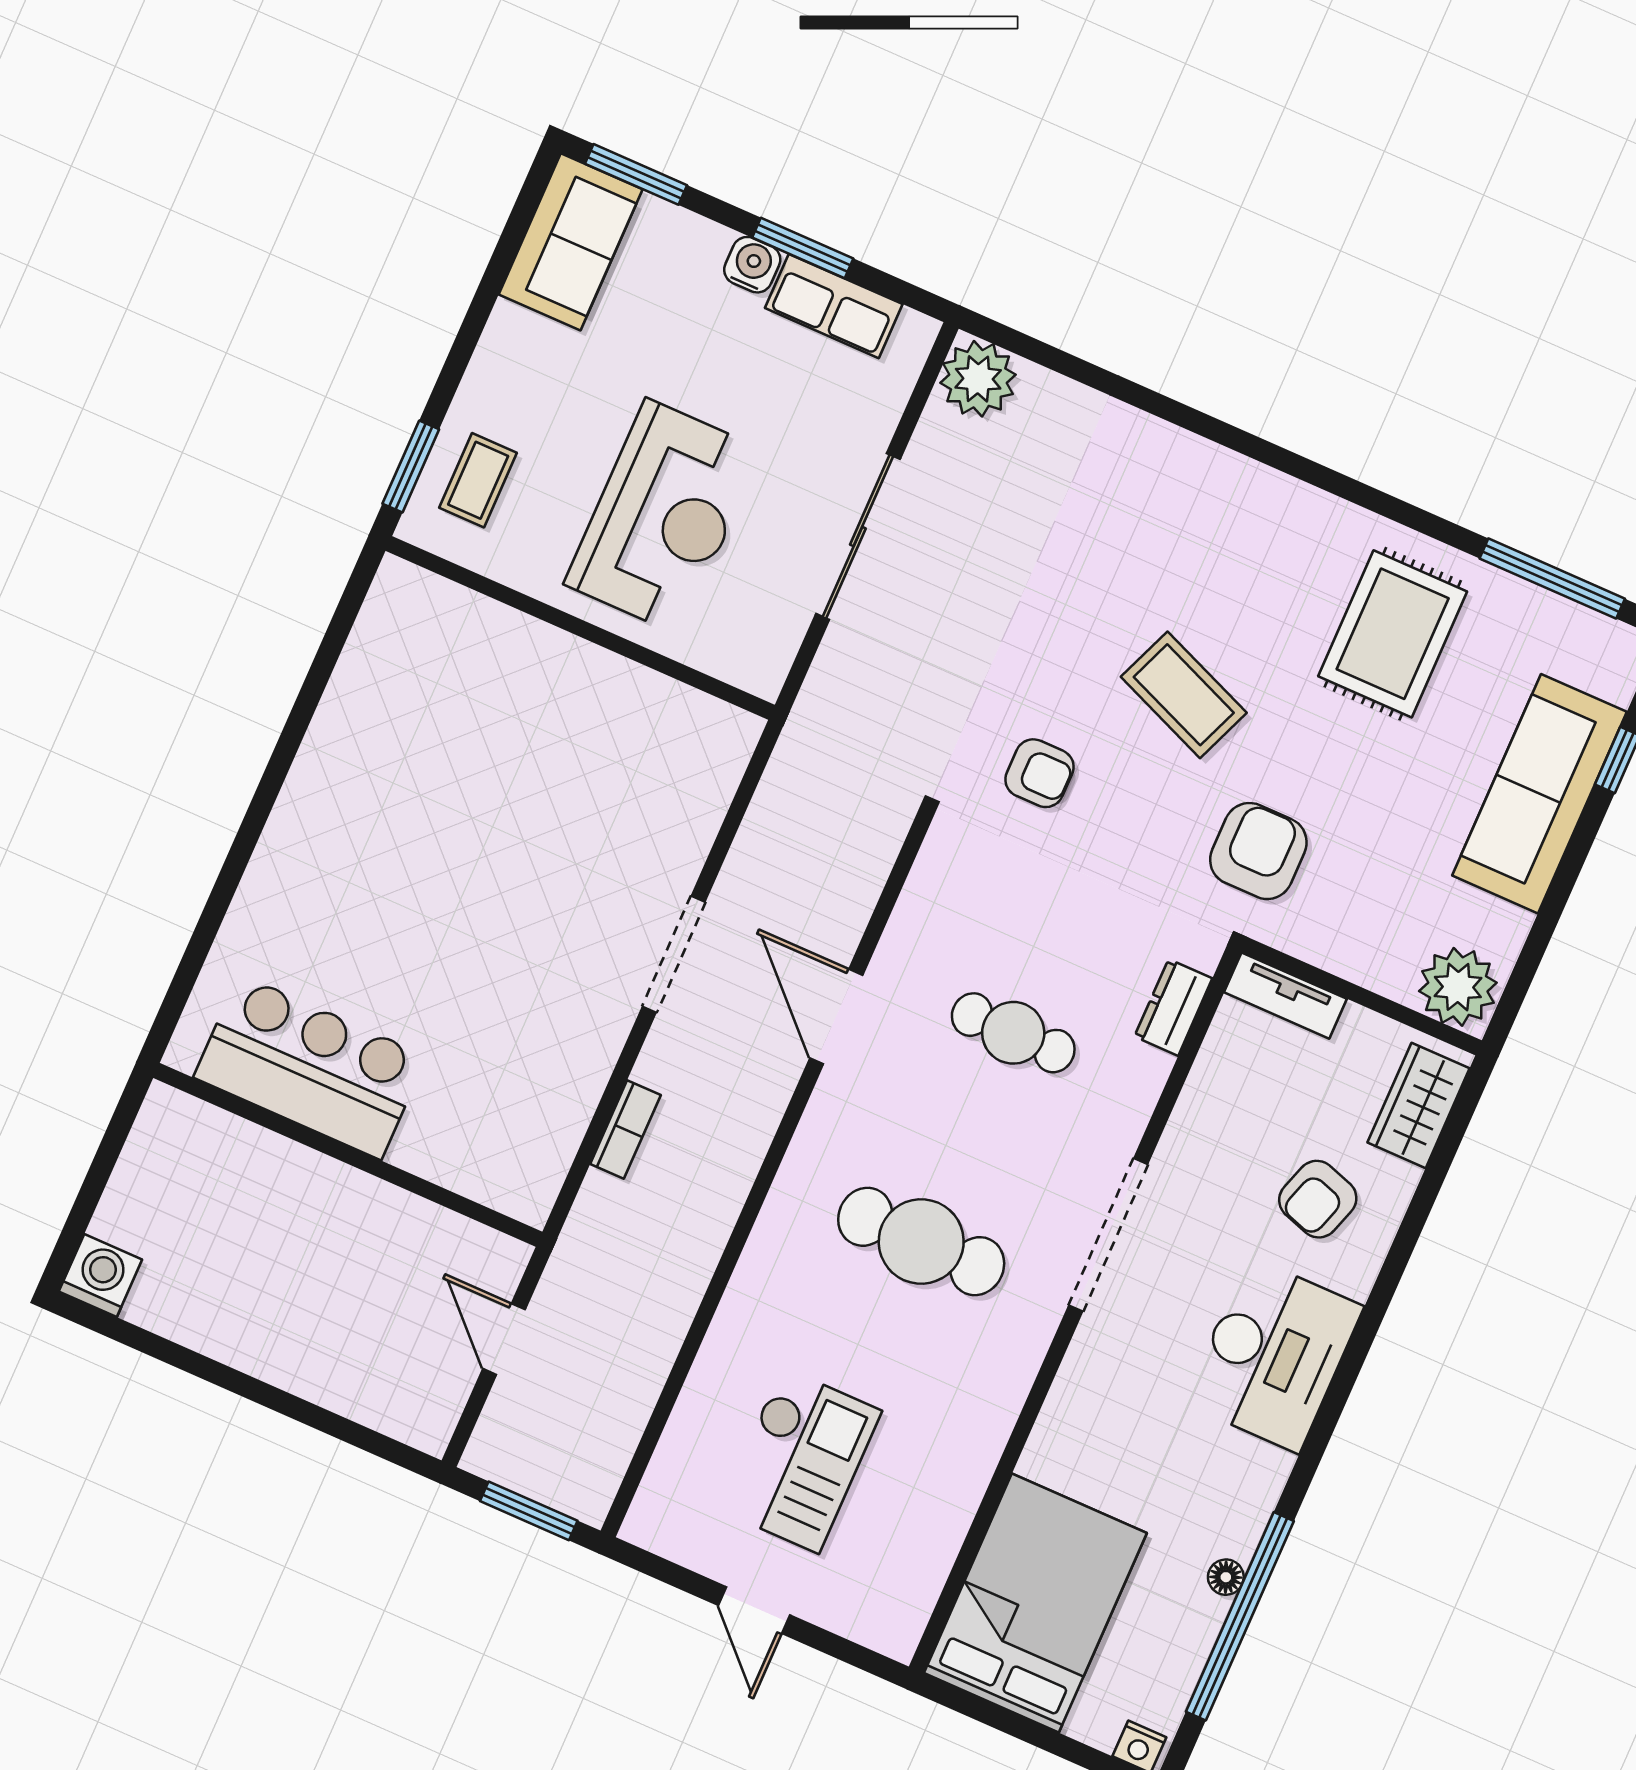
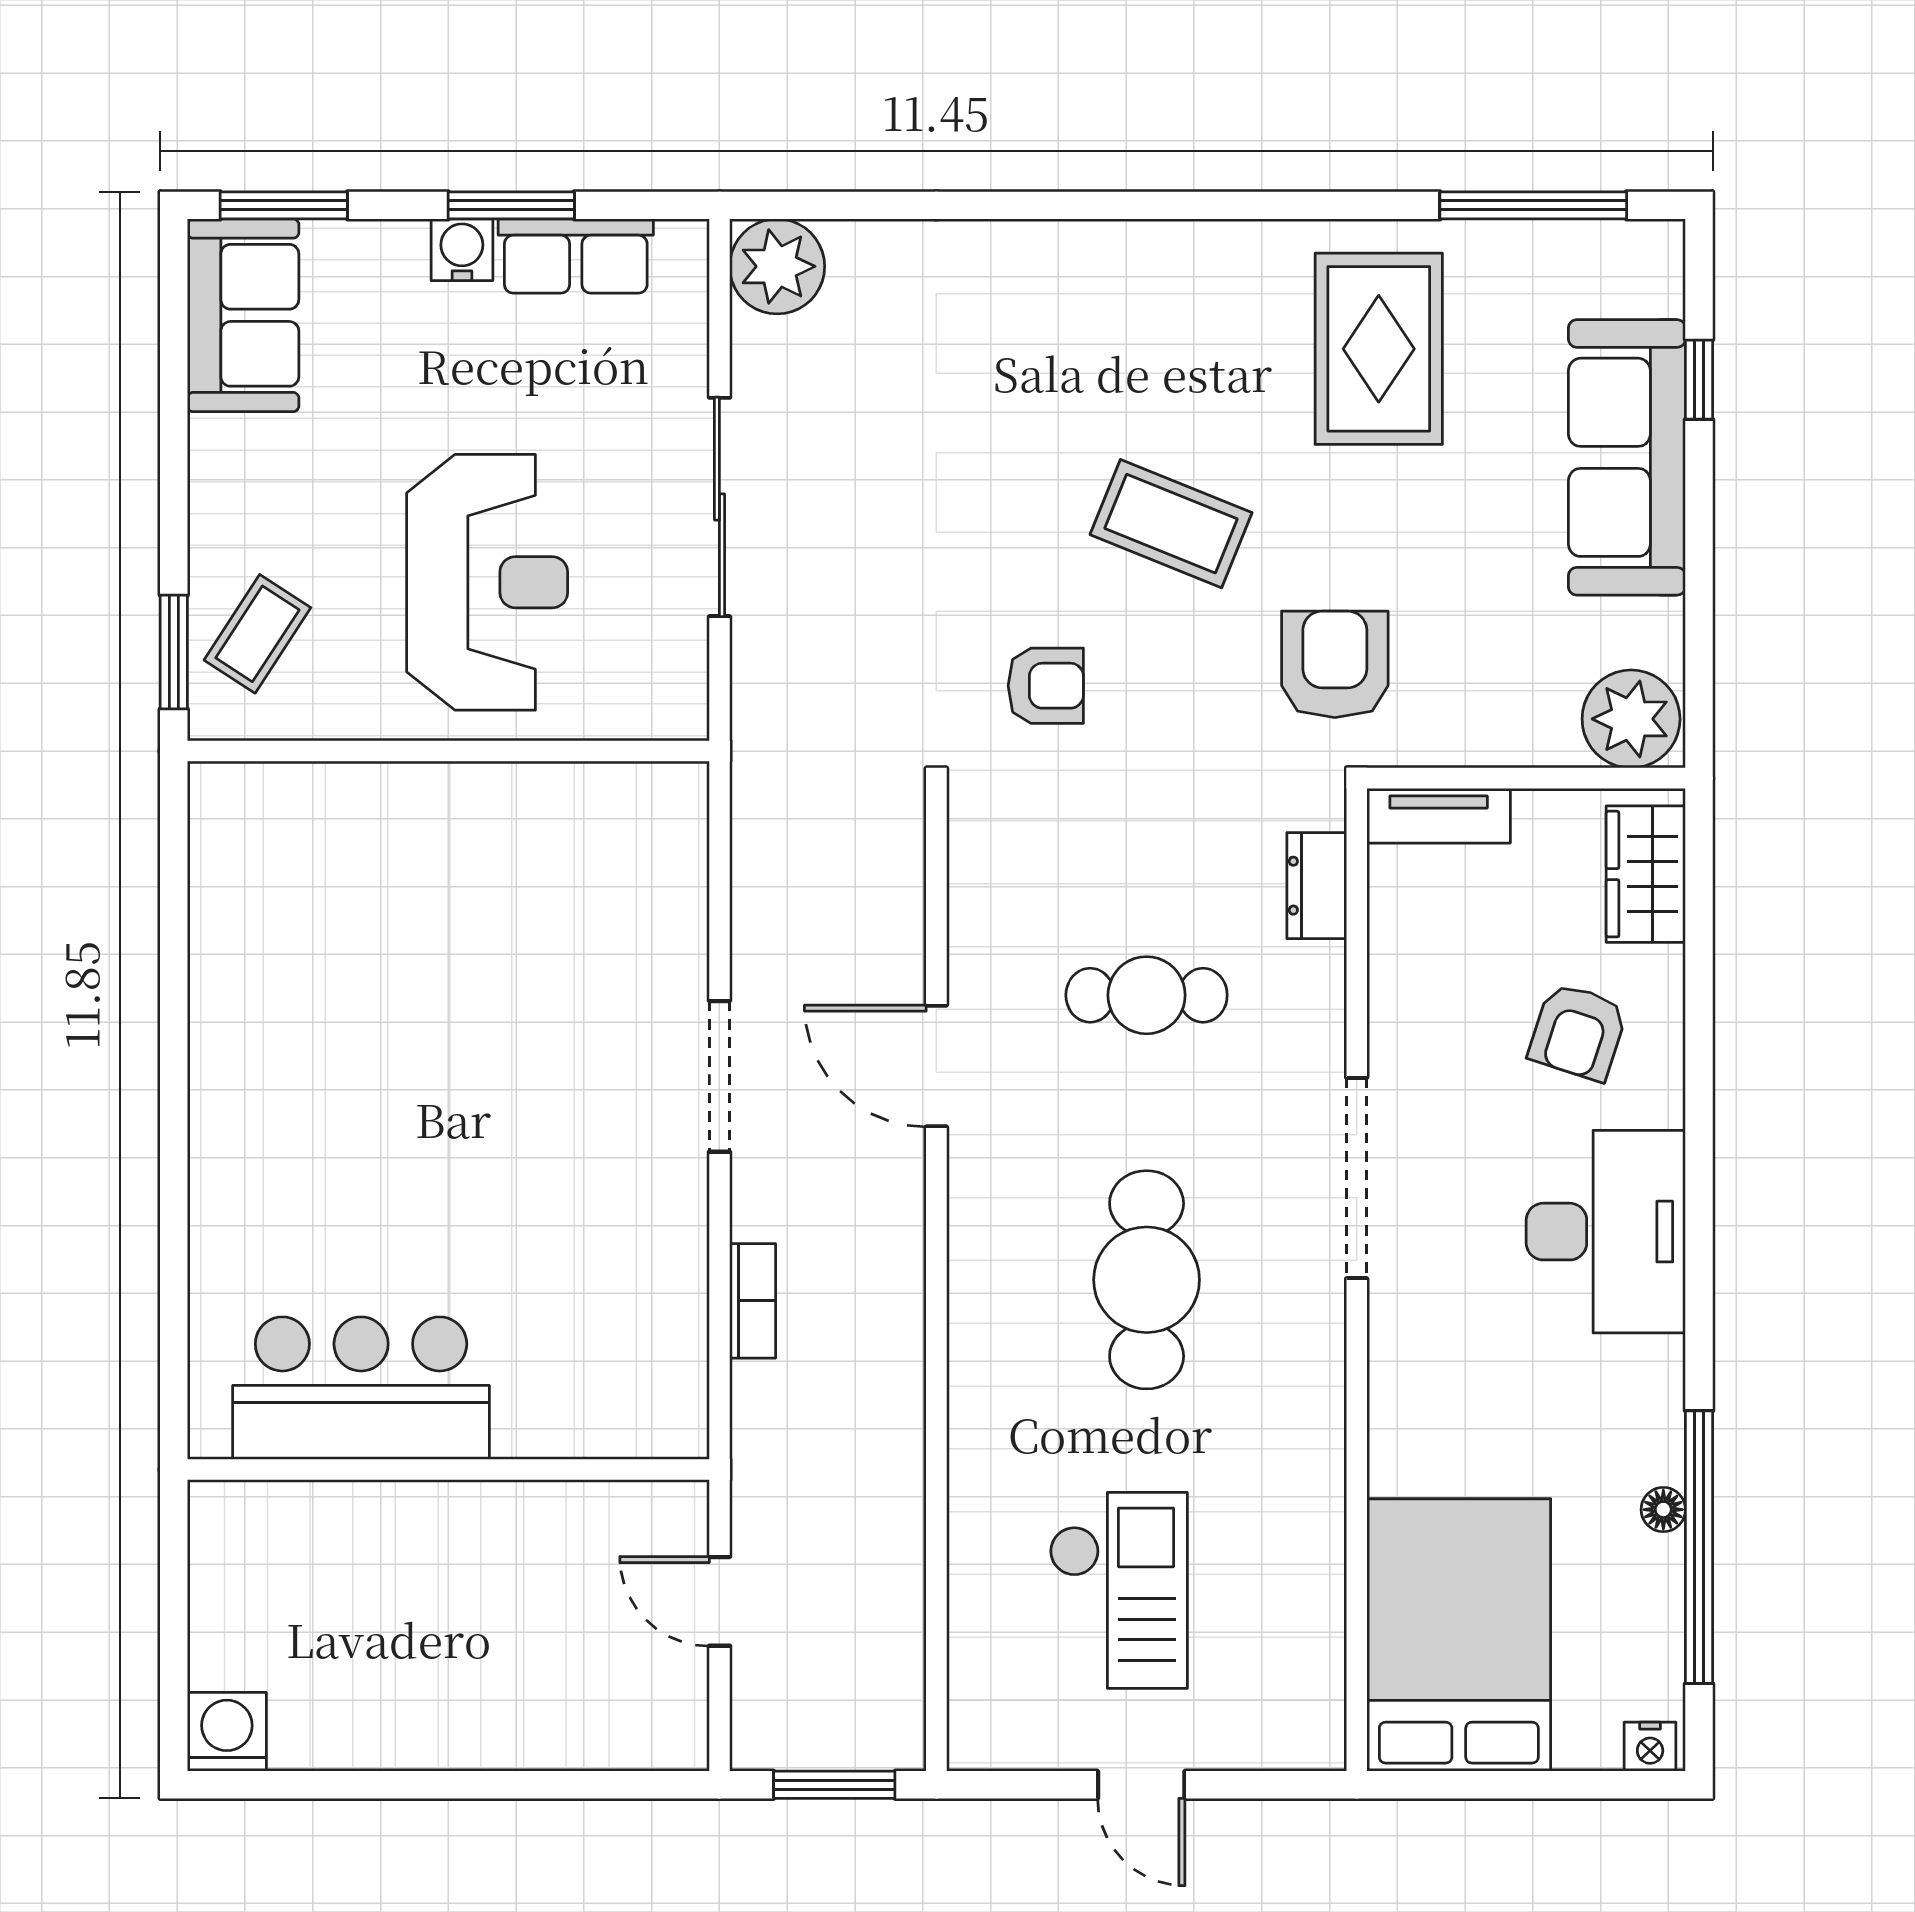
coffee table: (478, 480) -> (257, 634), turned 33
cafe table: (921, 1241) -> (1147, 1280), turned 90

